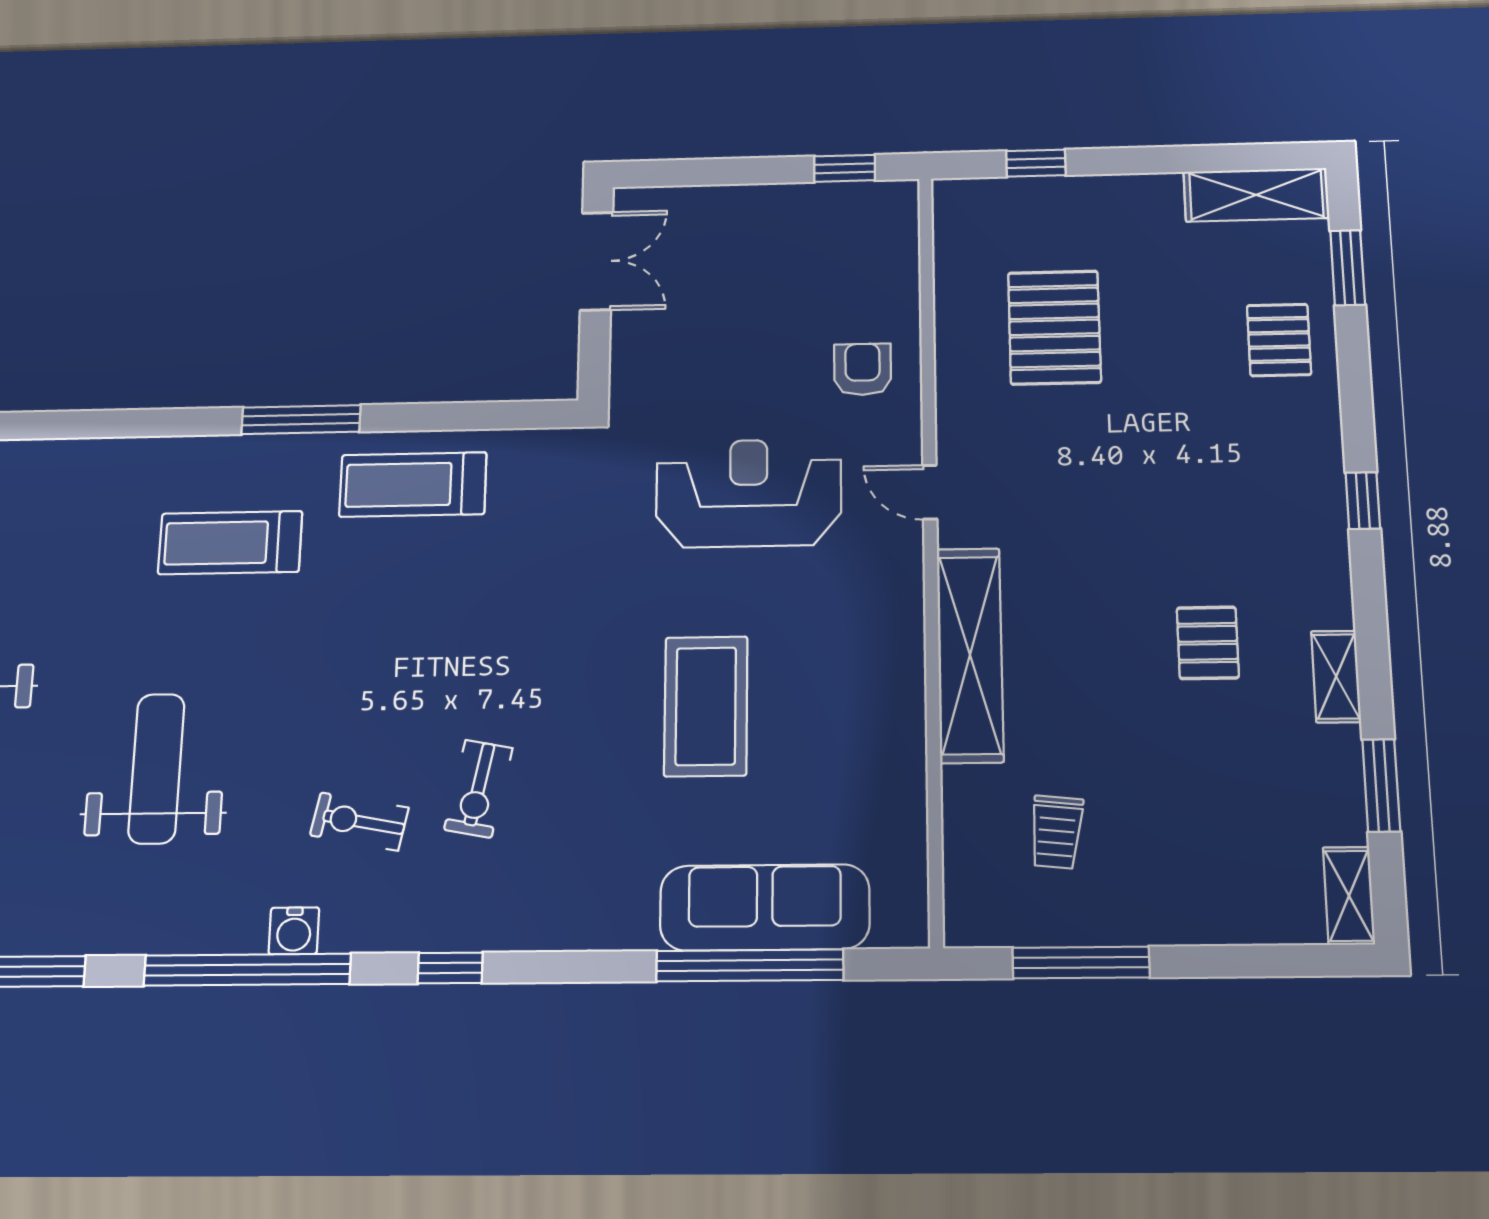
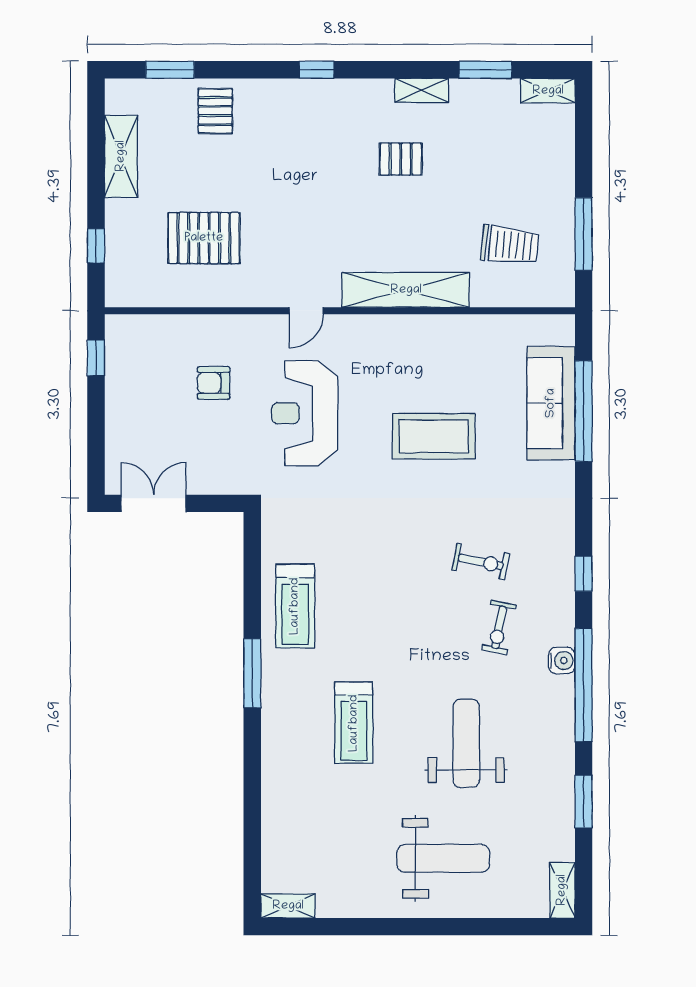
shelving: (1256, 195) -> (121, 156), moved
pallet: (1279, 340) -> (215, 111), turned 90
armchair: (863, 369) -> (214, 383), moved
treadmill: (230, 543) -> (354, 723), moved
weight bench: (156, 769) -> (466, 743), turned 90
trolley: (1056, 832) -> (510, 245), width x1.36, depth x1.39

